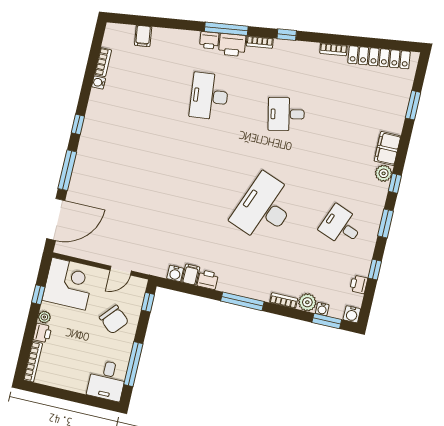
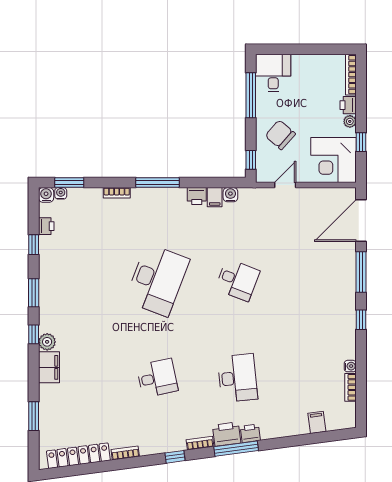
desk: (341, 226) -> (237, 280), moved
plant: (307, 302) -> (93, 197), removed
water cooler: (322, 309) -> (61, 193), moved

